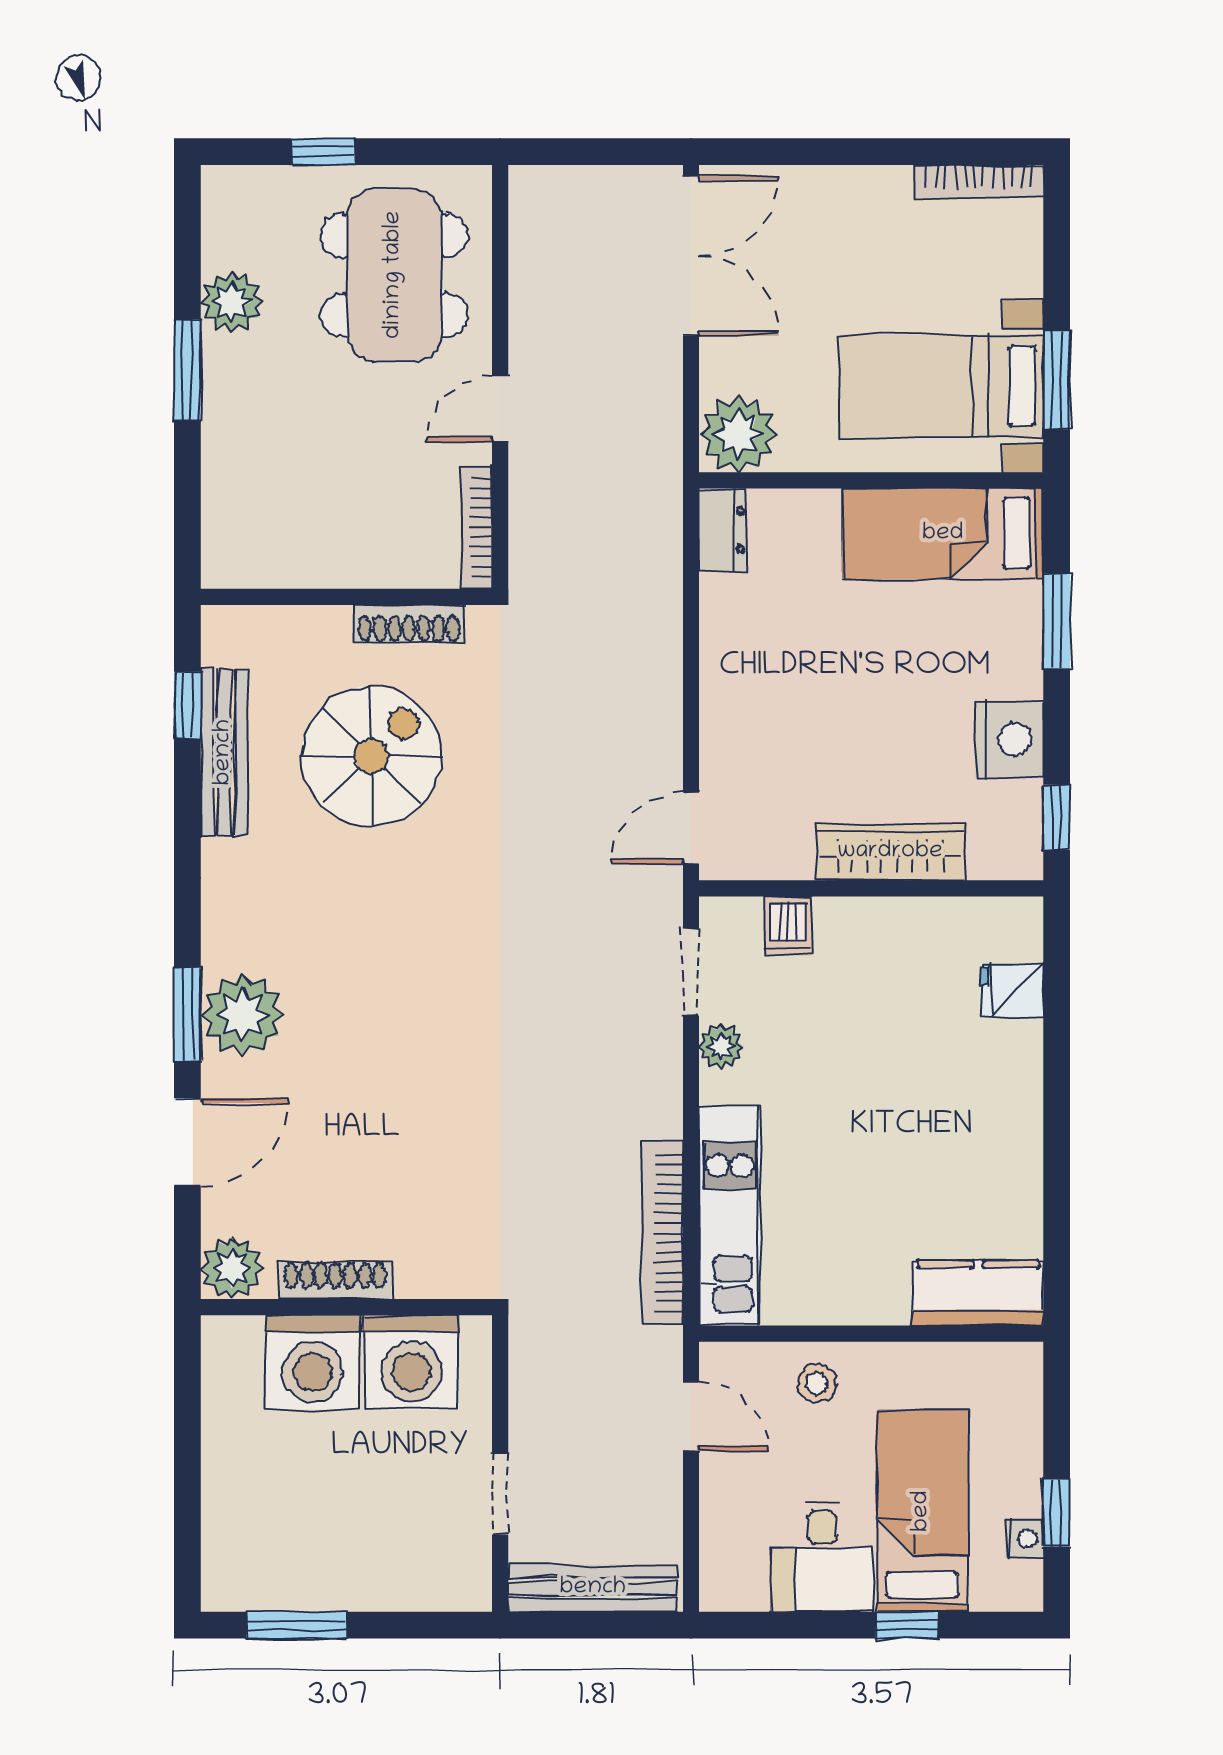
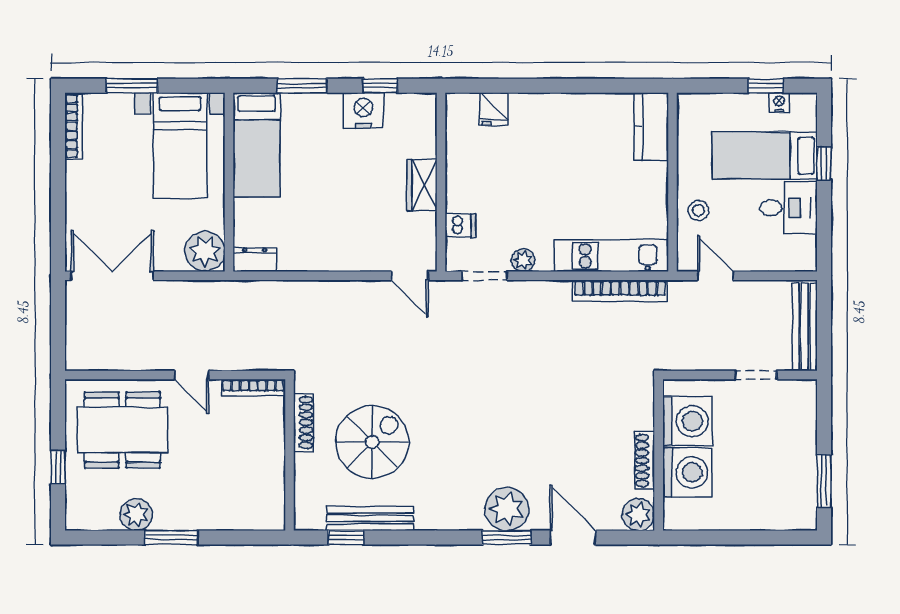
window: (1057, 380) -> (132, 86), moved
spiral stairs: (371, 756) -> (372, 442), turned 90
window: (1057, 817) -> (380, 86), moved
wardrobe: (890, 852) -> (422, 185), width x0.67
door: (691, 1416) -> (715, 276), hinge flipped

